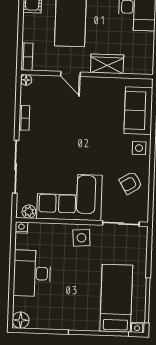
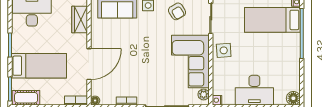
wardrobe: (107, 64) -> (80, 19), moved
door: (70, 74) -> (89, 64), width x1.87

